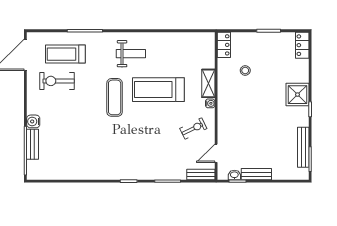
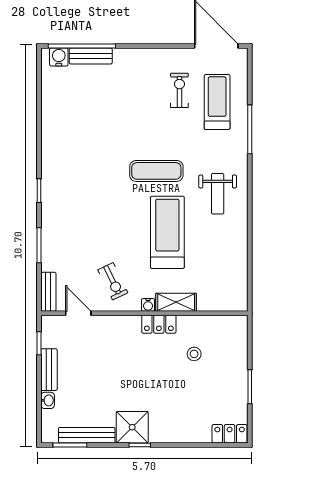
locker: (224, 45) -> (159, 324), moved
exercise bike: (57, 81) -> (179, 90), width x0.73, depth x0.72
shower: (297, 95) -> (132, 427), moved
water cooler: (33, 121) -> (59, 57), moved
washbasin: (234, 175) -> (48, 400), moved

